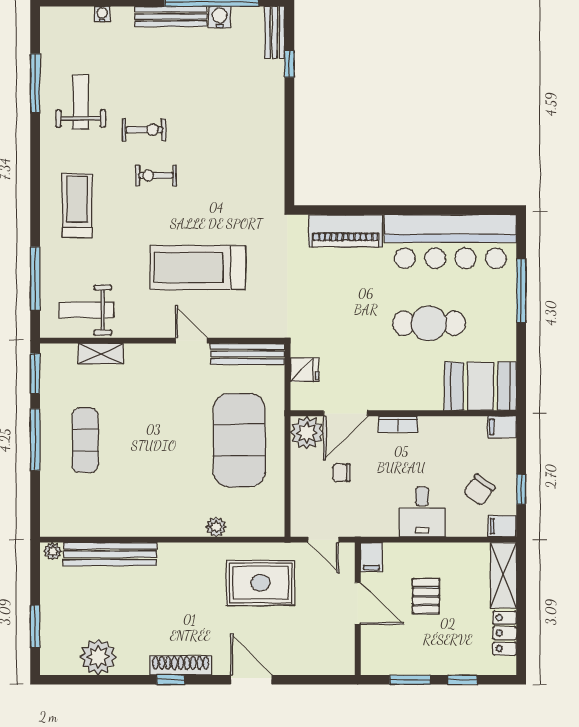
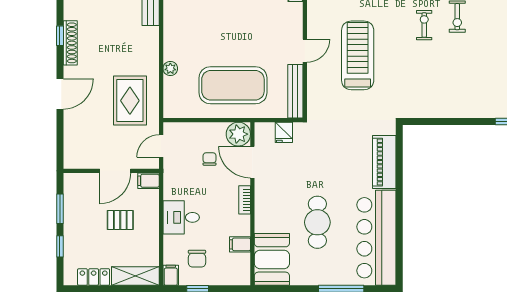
filing cabinet: (502, 427) -> (240, 244), moved, turned -90
chair: (479, 490) -> (197, 259), turned -126

